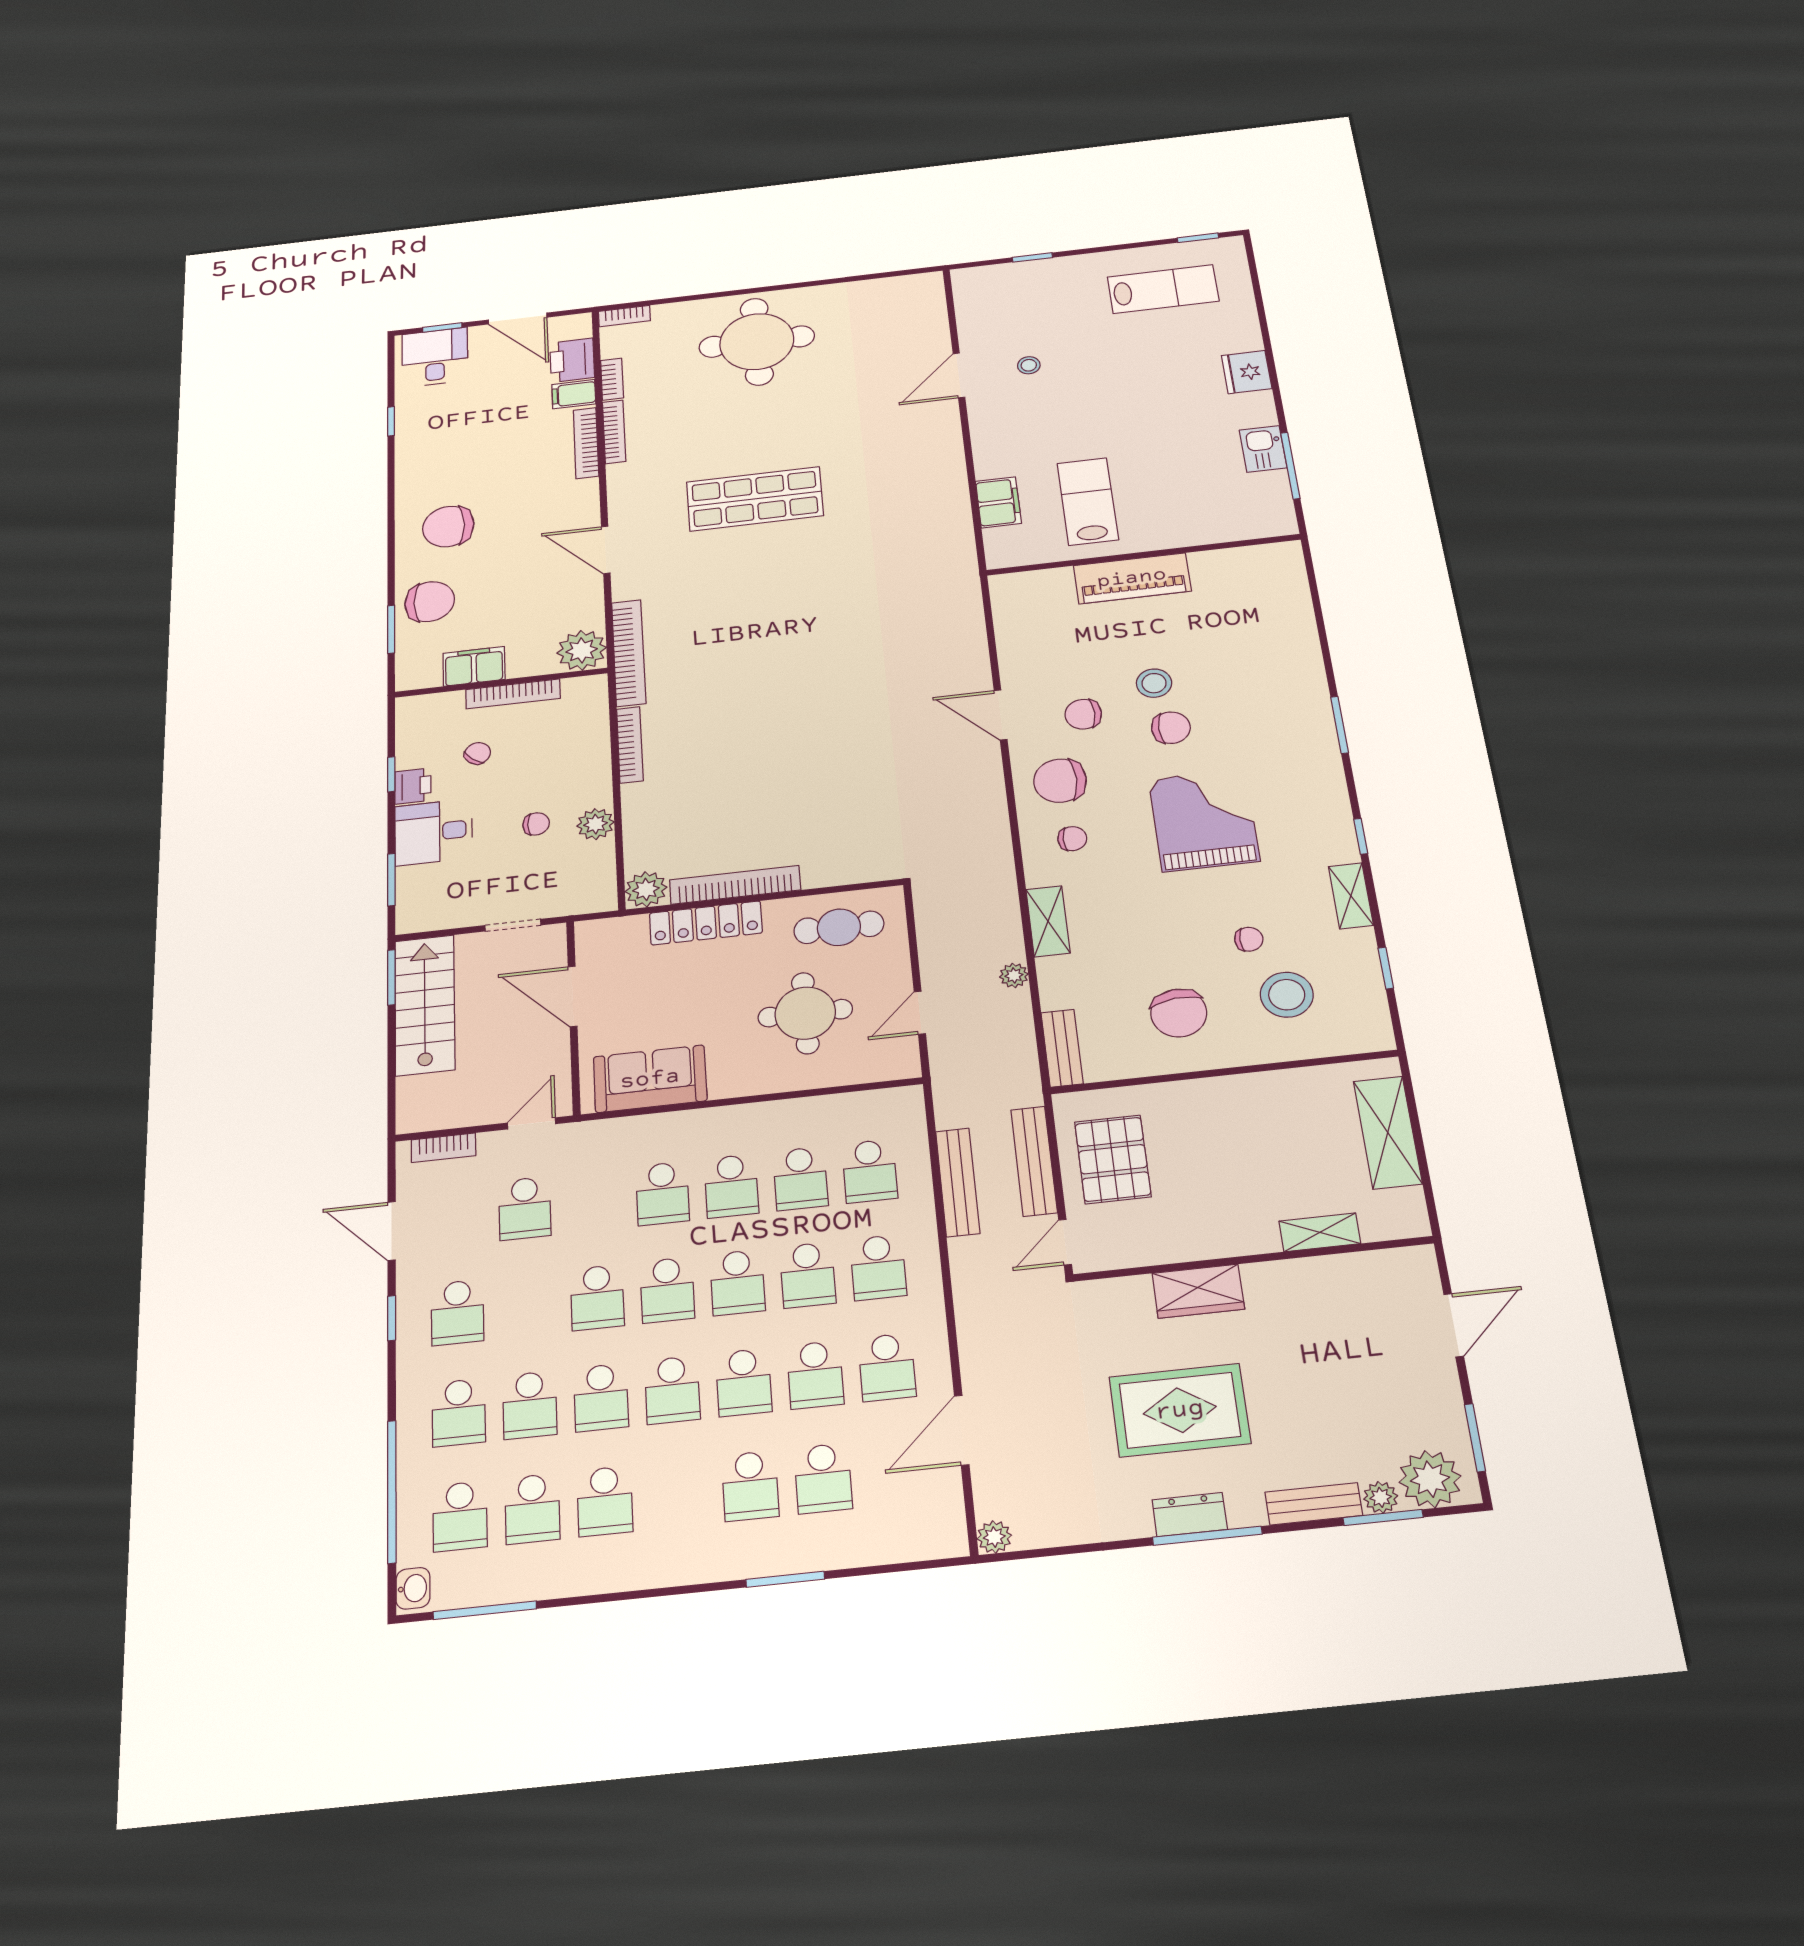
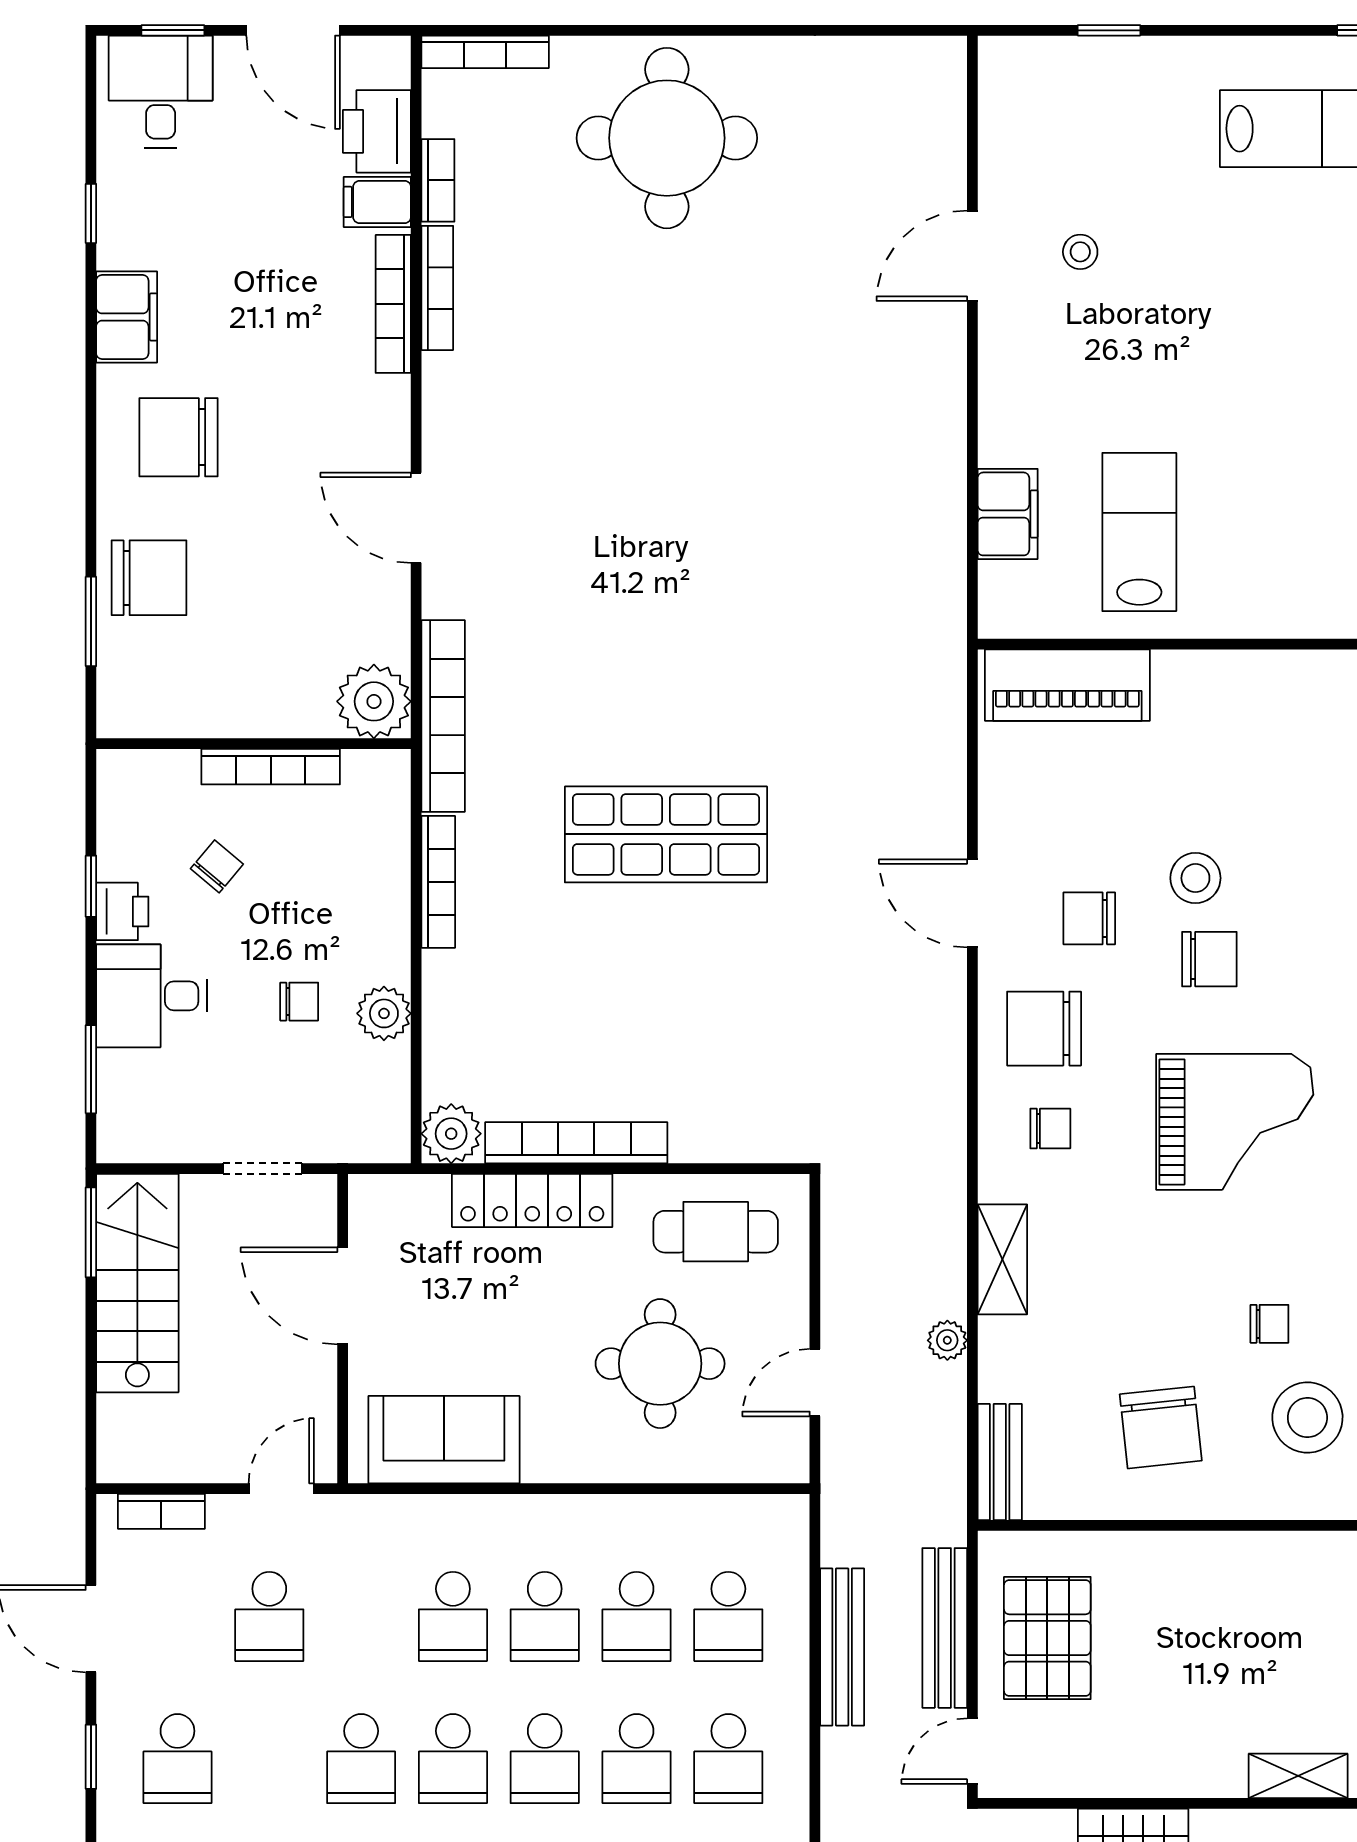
bookcase: (624, 316) -> (485, 52), width x1.56
shop shelf: (755, 499) -> (666, 834), moved
piano: (1132, 578) -> (1067, 685), moved
filing cabinet: (474, 666) -> (127, 317), moved, turned 90
grand piano: (1204, 820) -> (1235, 1122), turned 90

